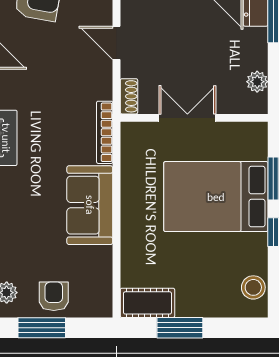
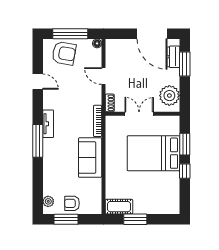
plant: (257, 82) -> (169, 96), width x1.87, depth x1.87
stool: (253, 287) -> (172, 199), removed
armchair: (54, 296) -> (72, 203), turned -90

